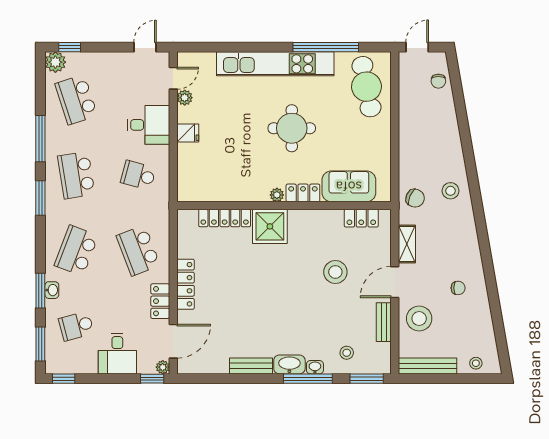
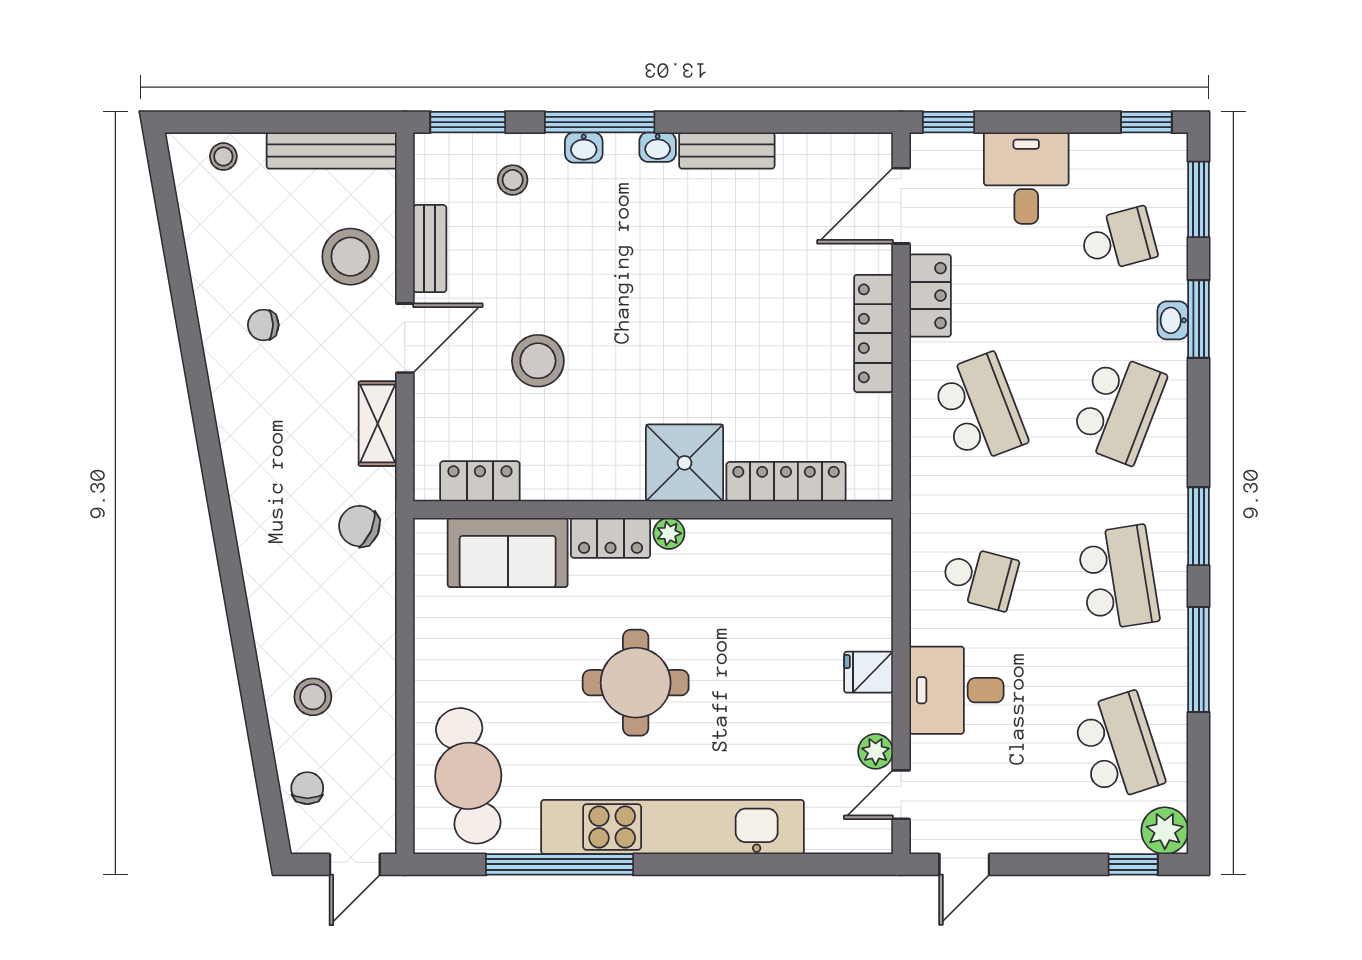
stool: (450, 191) -> (313, 697), moved
washbasin: (289, 364) -> (658, 147), width x0.52, depth x0.69
plant: (163, 367) -> (925, 148), removed

